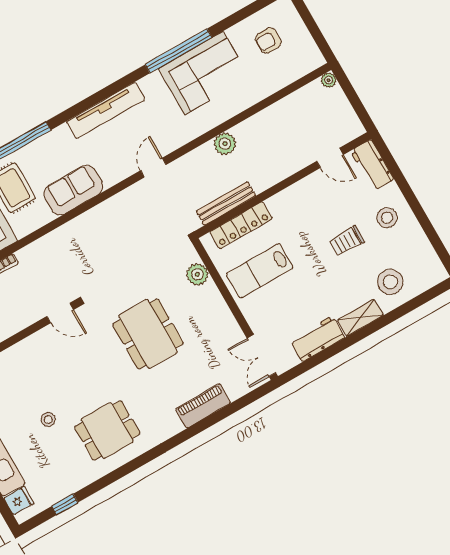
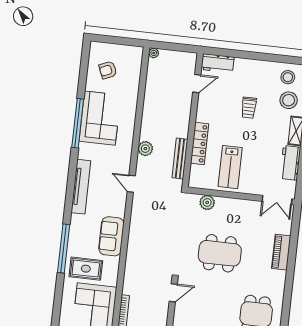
armchair: (268, 40) -> (108, 70), turned 67
plant: (225, 144) -> (145, 149), moved
stool: (387, 218) -> (288, 77), moved
locker: (241, 225) -> (200, 143), moved

